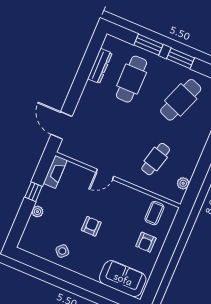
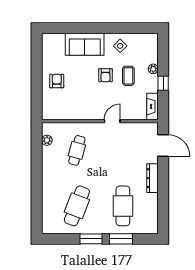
dresser: (100, 66) -> (153, 178), moved
coffee table: (154, 213) -> (128, 76), moved
sofa: (123, 279) -> (85, 44), moved

